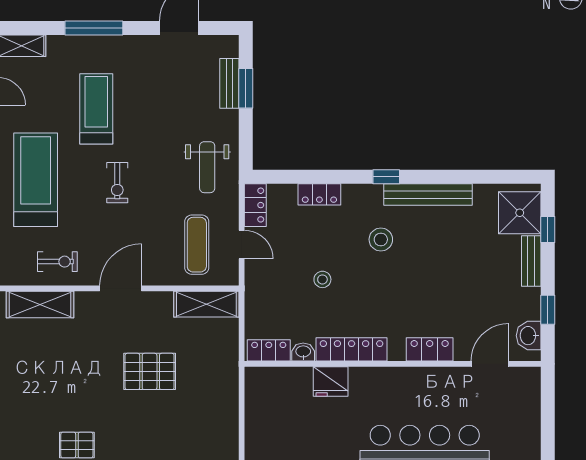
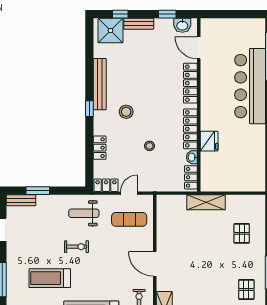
bench: (229, 83) -> (21, 200), moved
weight bench: (207, 167) -> (84, 213), turned 180
exercise bike: (117, 183) -> (77, 247), moved
shelving: (206, 304) -> (206, 202), moved, turned 90
locker: (430, 349) -> (190, 83), width x1.53
pallet: (150, 371) -> (242, 233), moved, width x0.67, depth x0.71

